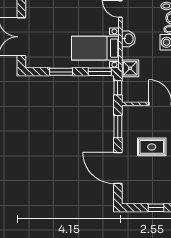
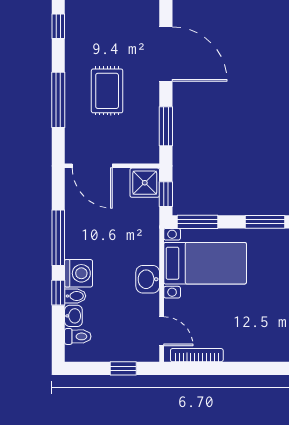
shower: (130, 68) -> (145, 183), moved
rug: (152, 147) -> (107, 91), turned 90

